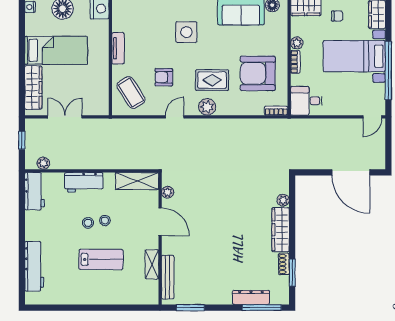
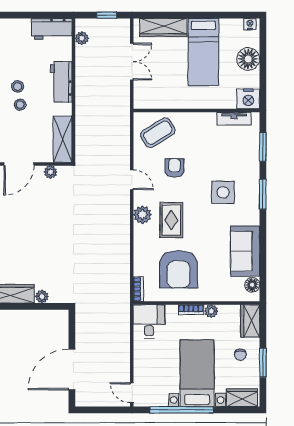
tv unit: (118, 48) -> (234, 119), moved
armchair: (258, 73) -> (179, 269), turned 180

